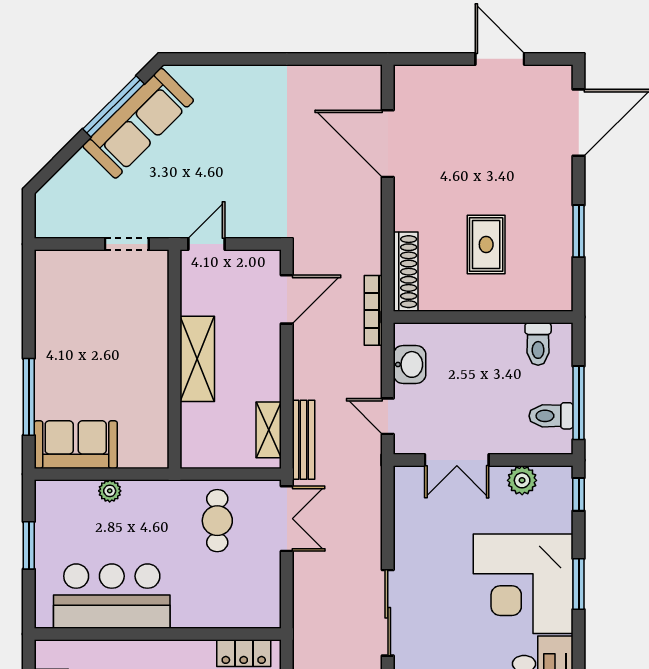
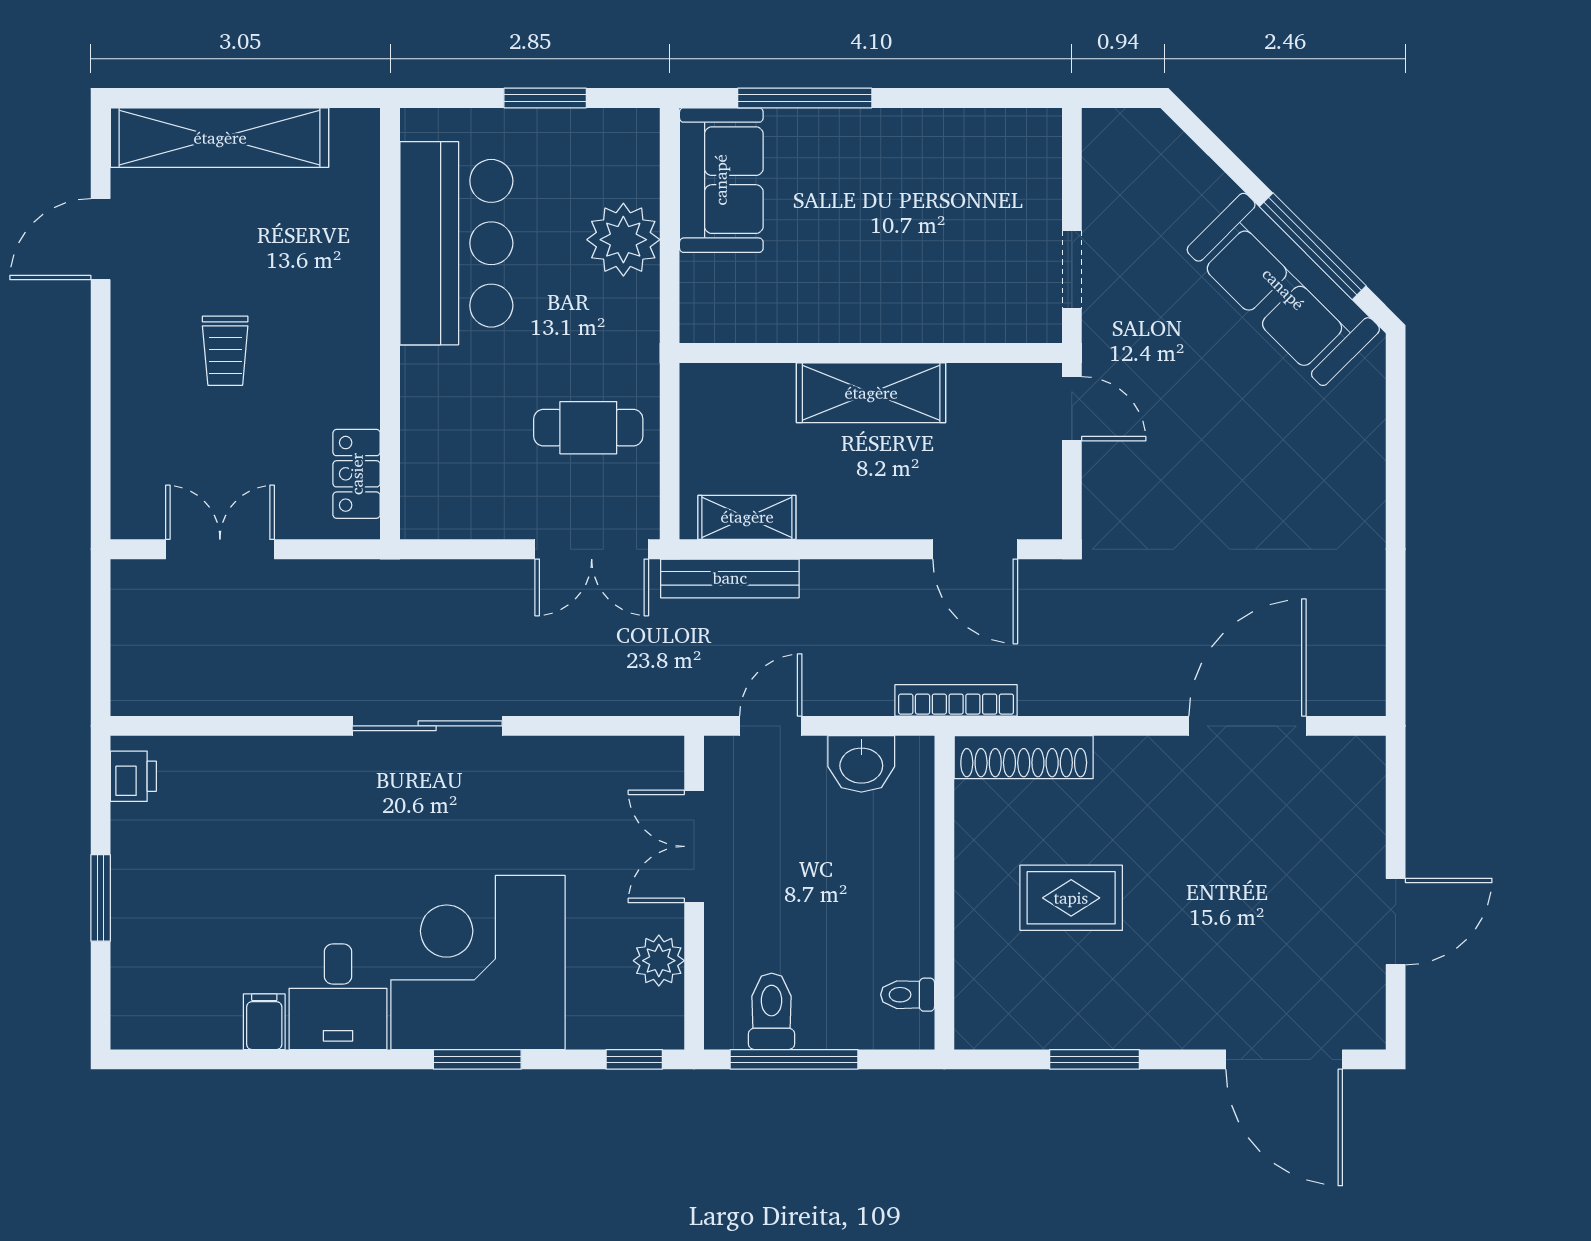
toilet: (538, 344) -> (908, 995), width x0.73, depth x0.72
plant: (110, 491) -> (623, 240), width x1.88, depth x1.88

